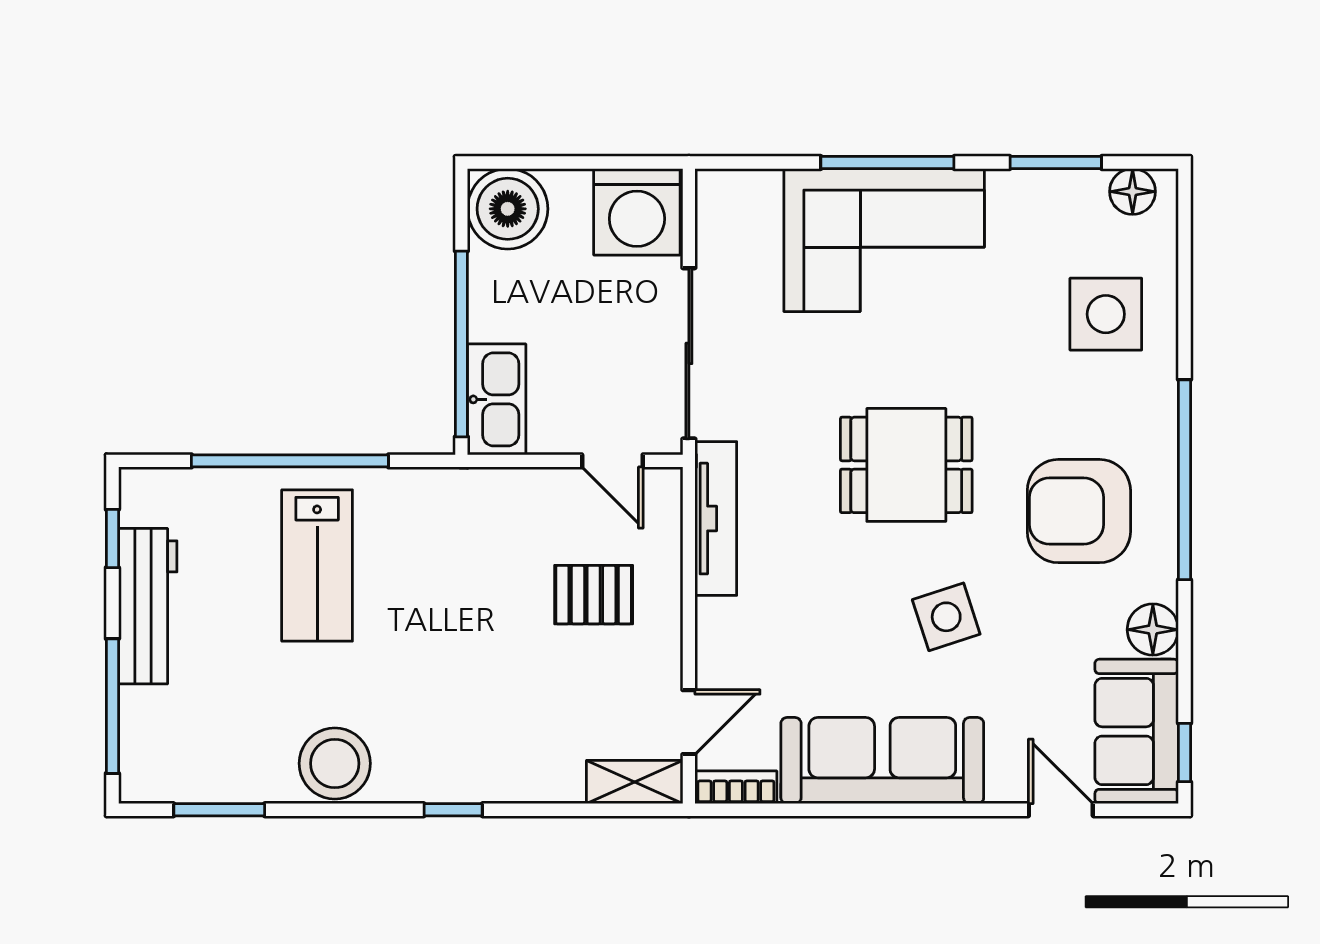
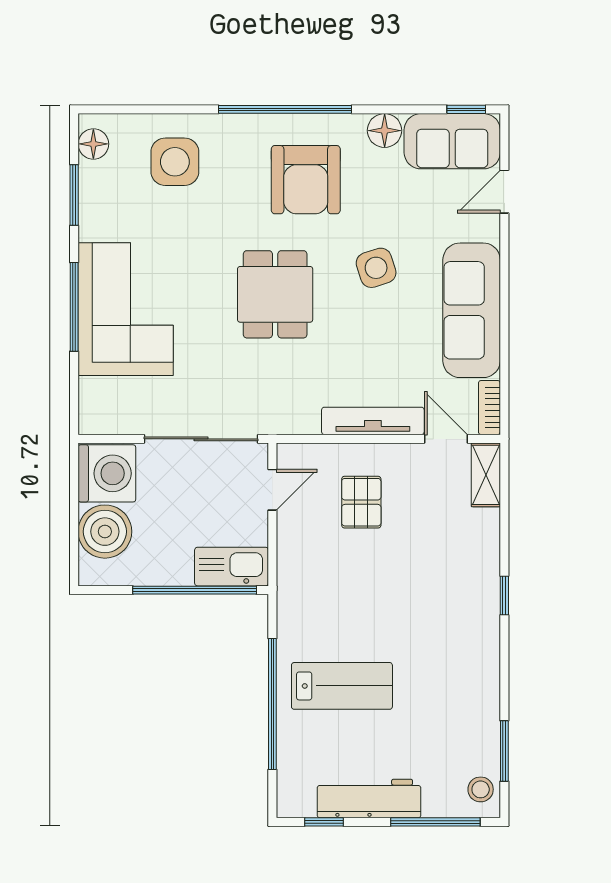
boiler: (508, 209) -> (105, 532), moved
tv unit: (716, 519) -> (373, 421), moved
stool: (335, 763) -> (481, 789), moved, width x0.53, depth x0.53

